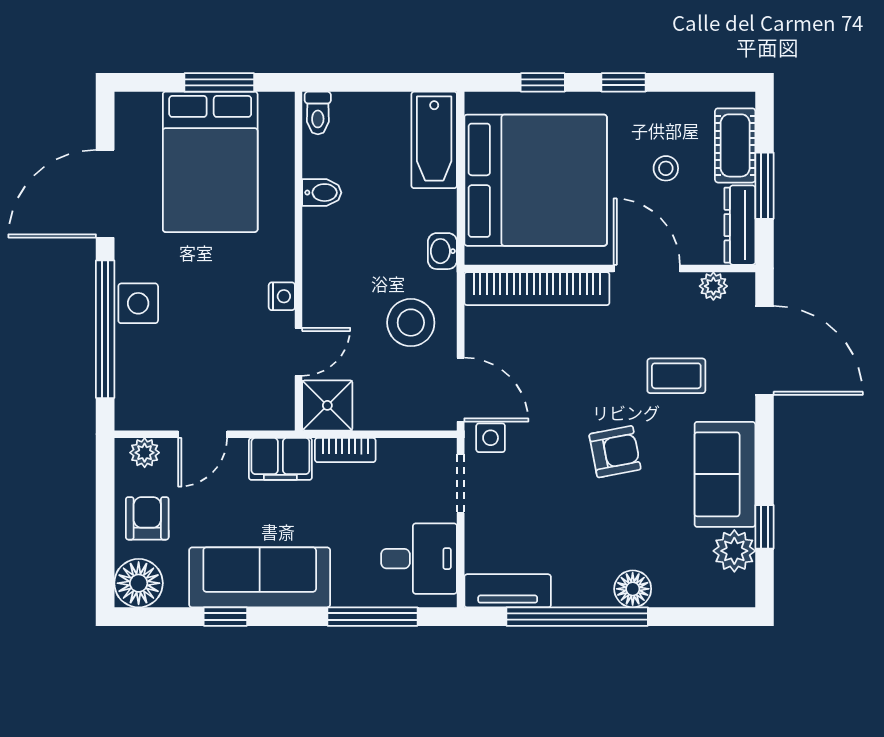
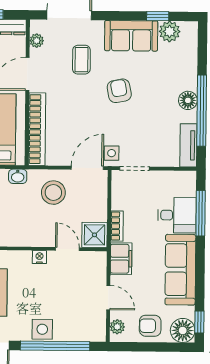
desk: (419, 559) -> (177, 215), moved, turned 90
floor lamp: (633, 589) -> (188, 100), moved
window: (225, 617) -> (199, 322), moved

